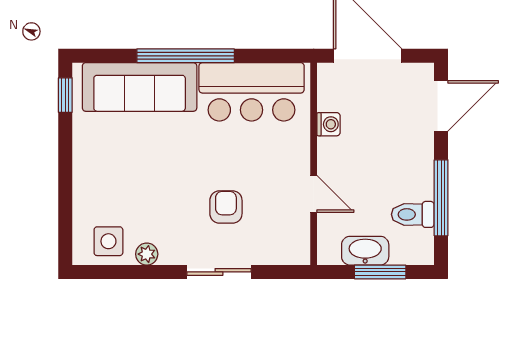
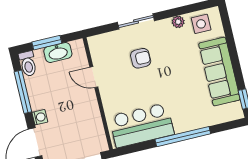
sofa: (140, 87) -> (219, 71), moved, turned -90
washing machine: (329, 124) -> (40, 117), moved, turned 180
armchair: (226, 207) -> (141, 58), turned -90
toilet: (413, 214) -> (28, 64), moved, turned 90

